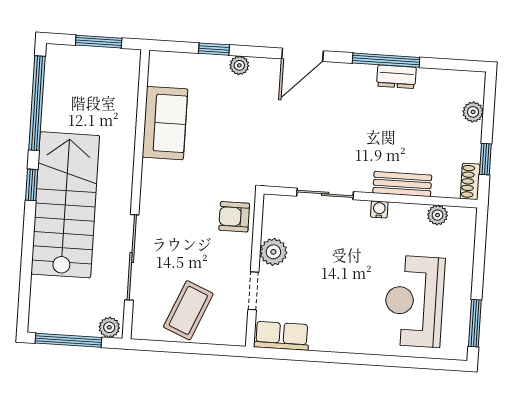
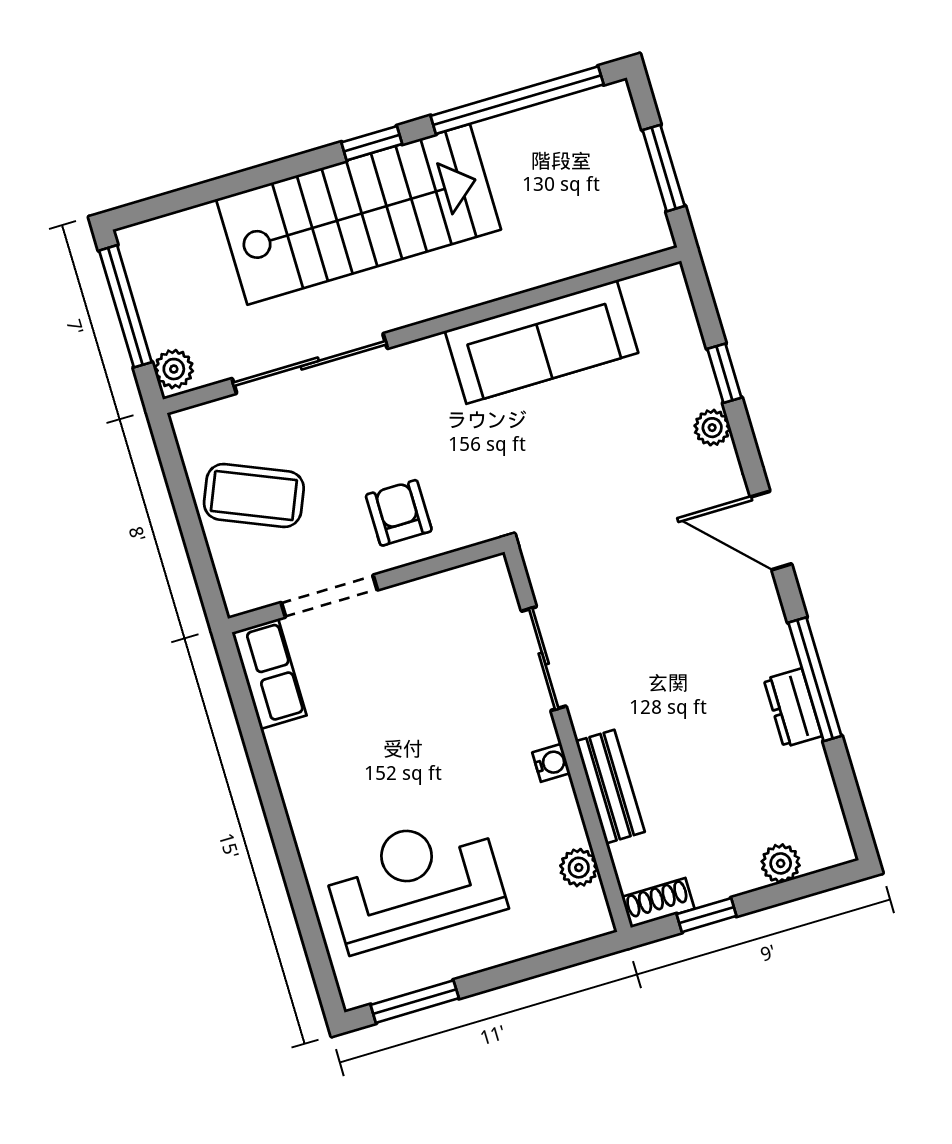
sofa: (165, 123) -> (541, 342), width x1.36
armchair: (234, 217) -> (399, 513), moved
plant: (273, 252) -> (410, 606), removed
doorway: (253, 291) -> (329, 596), width x1.38

